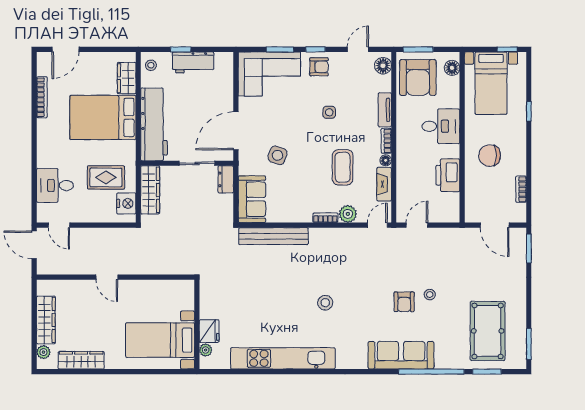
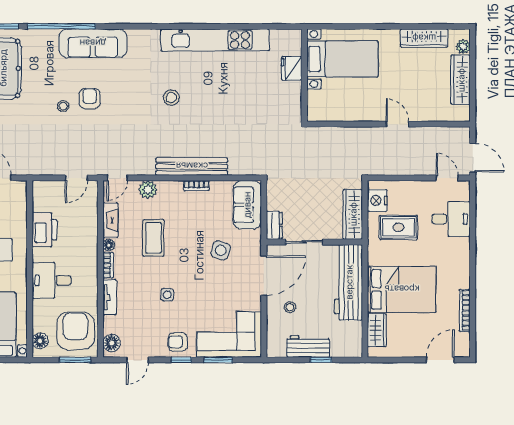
stool: (151, 65) -> (290, 307), moved
bookcase: (325, 218) -> (196, 186), moved
bench: (273, 236) -> (192, 166), moved
plant: (206, 350) -> (295, 49), removed

